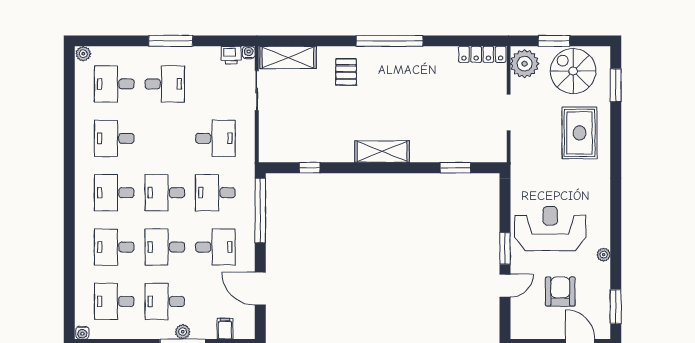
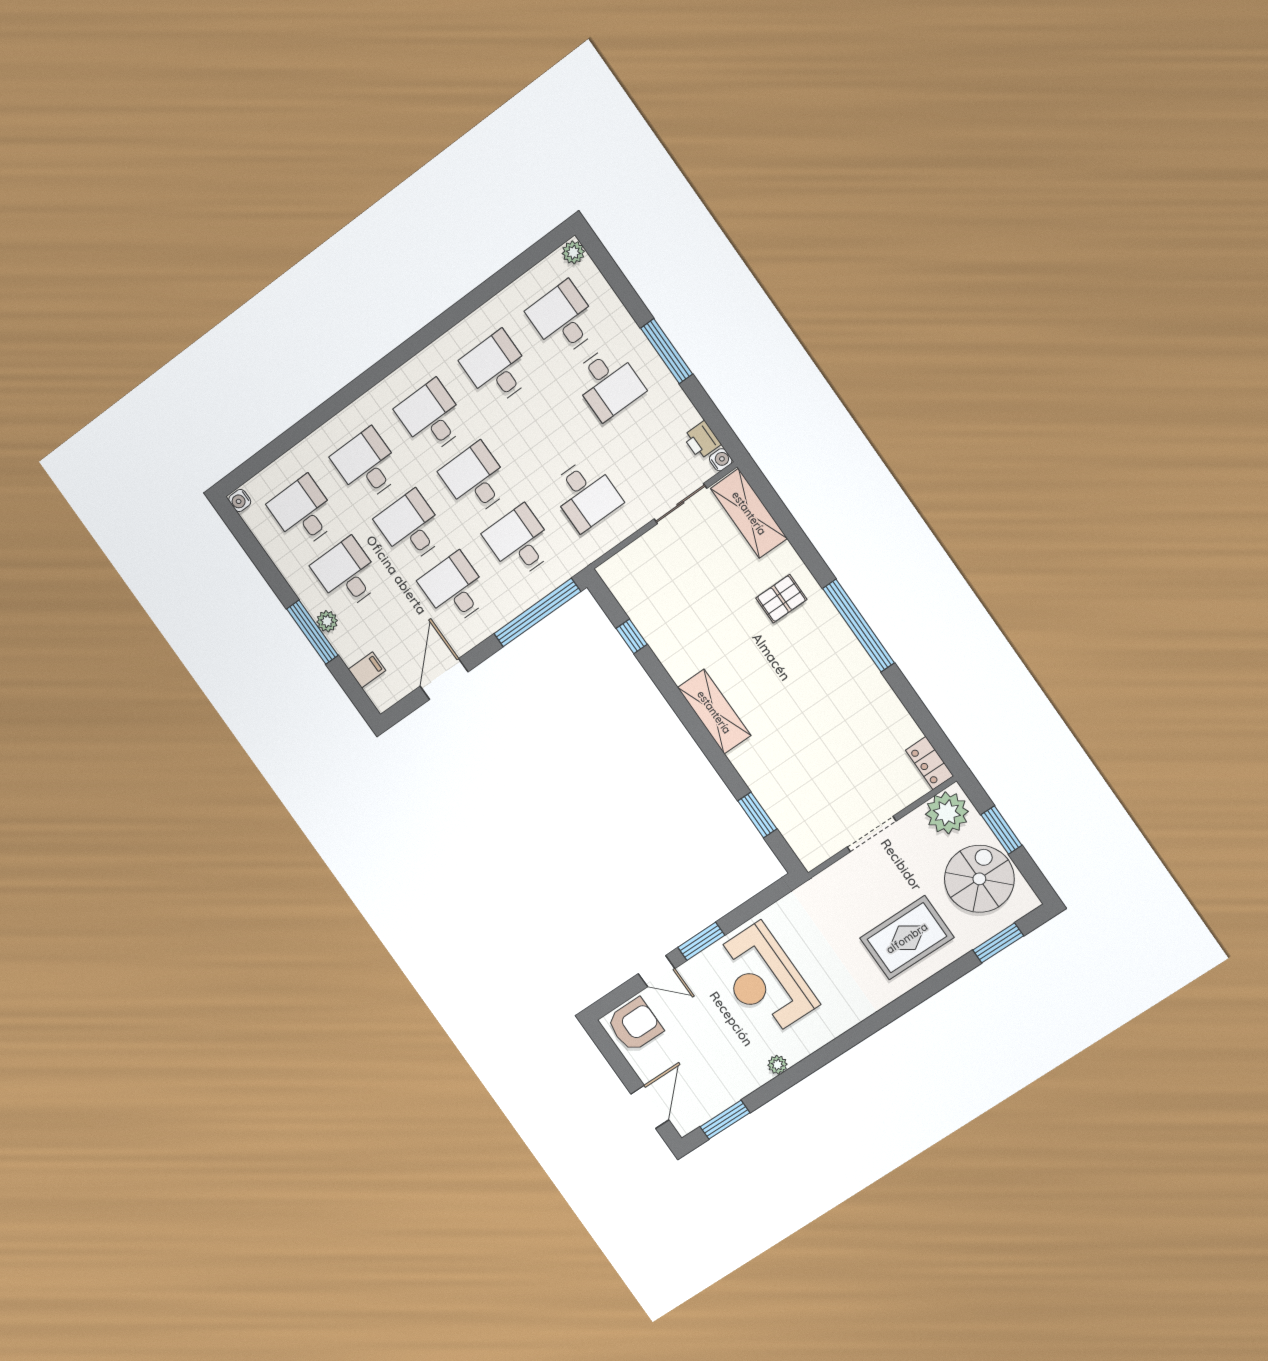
locker: (482, 54) -> (929, 763), width x0.66
reception desk: (550, 229) -> (764, 980), turned 180
desk: (215, 247) -> (455, 589), turned 180
armchair: (560, 292) -> (635, 1025), moved

